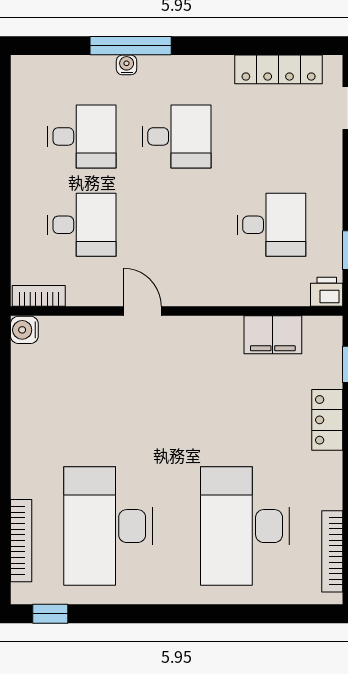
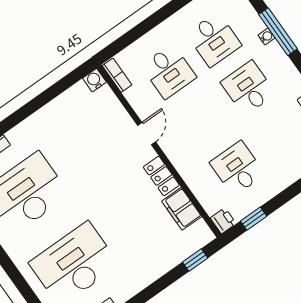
desk: (177, 136) -> (248, 88), turned 180
desk: (272, 225) -> (237, 168), turned 180
locker: (327, 420) -> (161, 176), moved, turned -90

